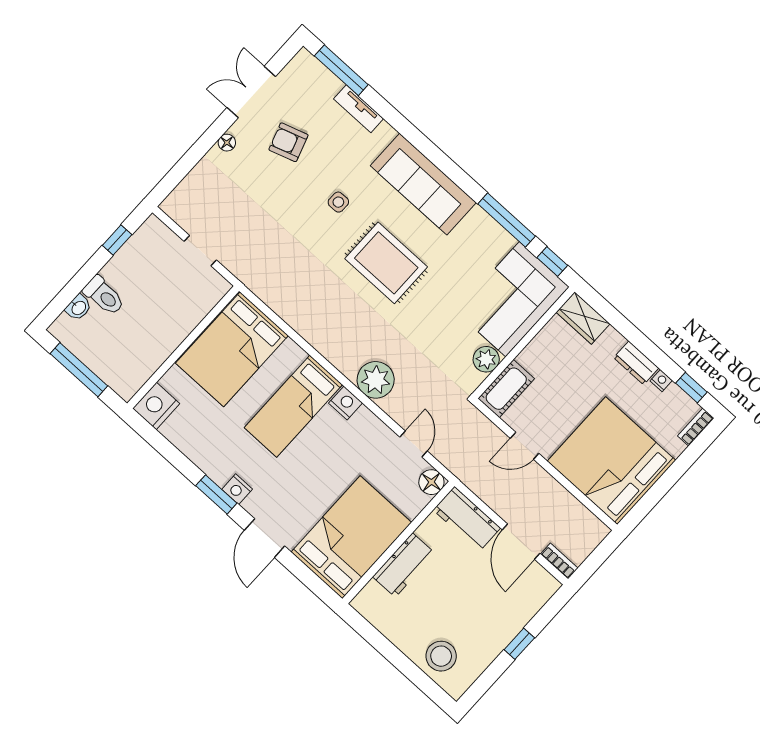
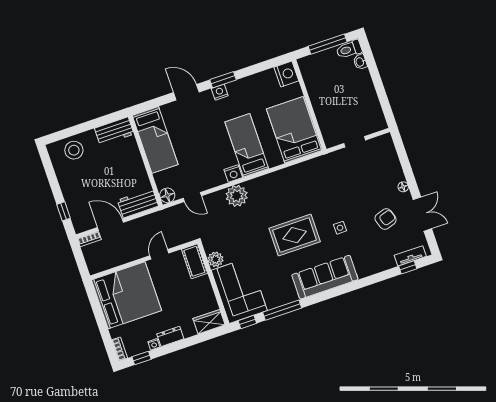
window: (341, 70) -> (408, 267), width x0.46
tv unit: (359, 109) -> (410, 256), moved
window: (117, 240) -> (384, 102), removed
toilet: (104, 296) -> (349, 49), moved
bed: (351, 537) -> (155, 140), width x0.67
workbench: (404, 565) -> (114, 131), moved, turned -90
window: (519, 644) -> (63, 211), moved

